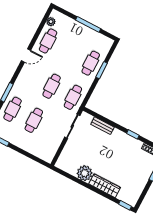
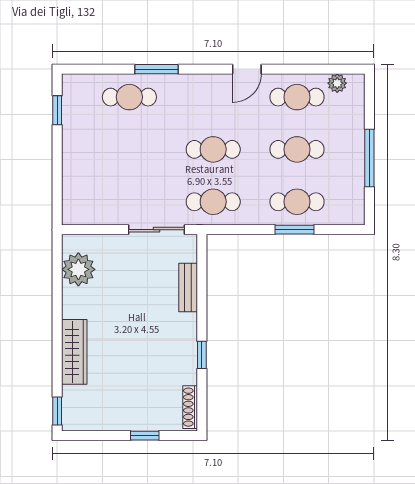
door: (26, 55) -> (247, 69), hinge flipped
cafe table: (34, 120) -> (297, 149), moved
plant: (85, 173) -> (78, 269), moved

